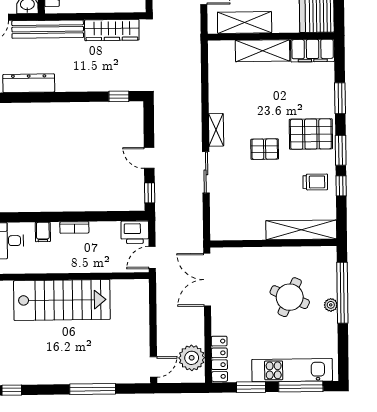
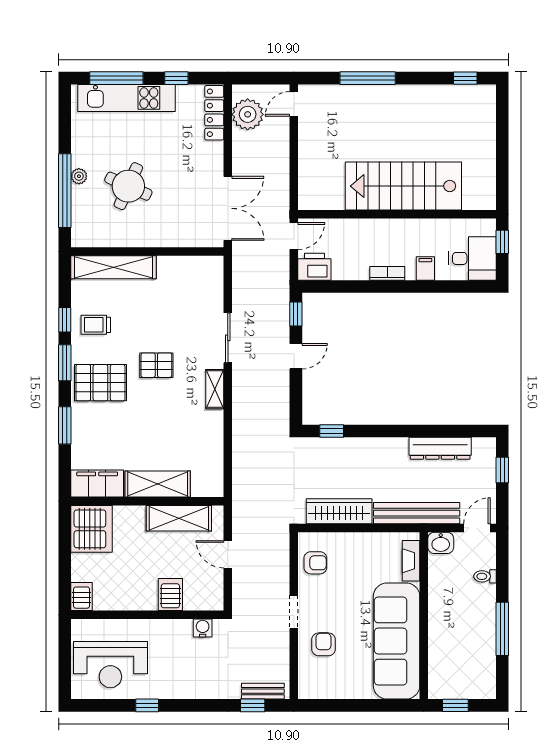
door: (149, 158) -> (296, 356), hinge flipped
window: (251, 387) -> (176, 78), width x0.67

